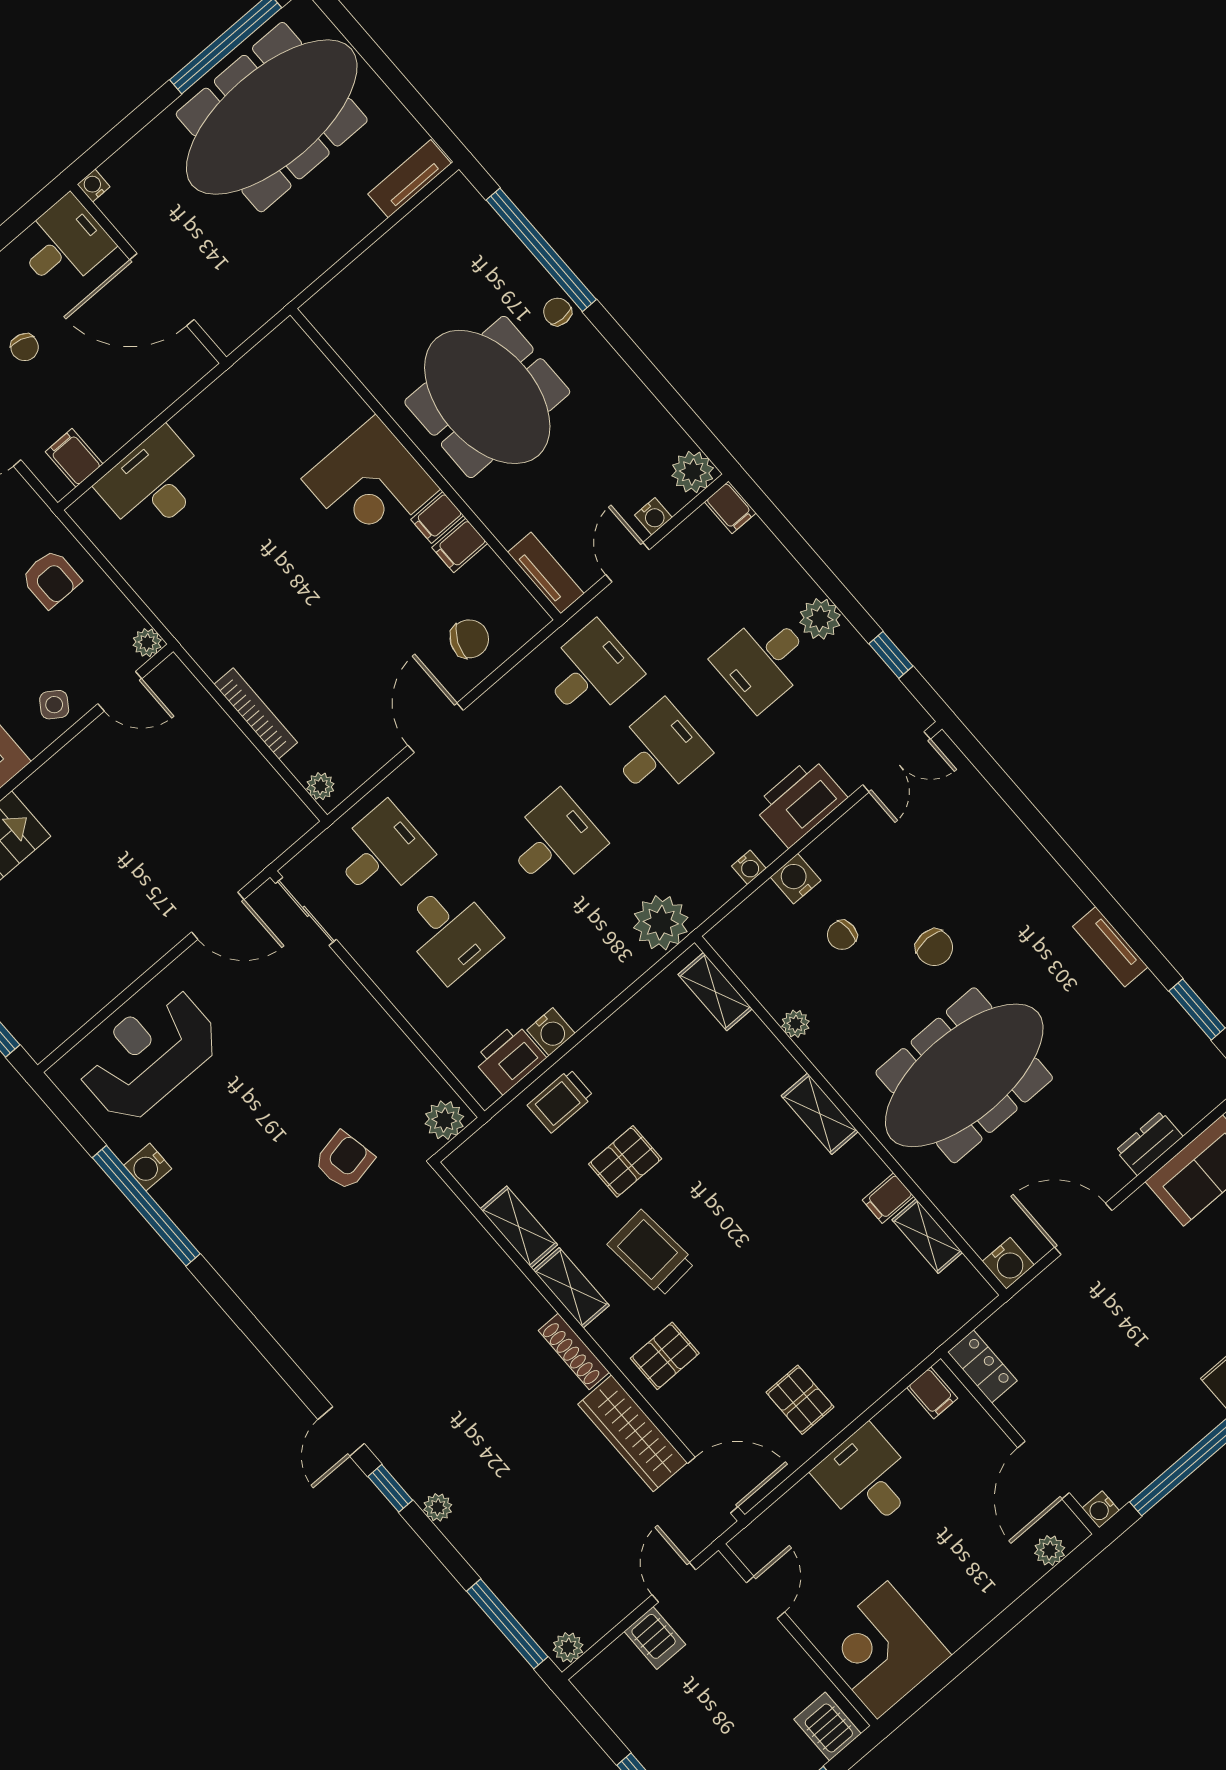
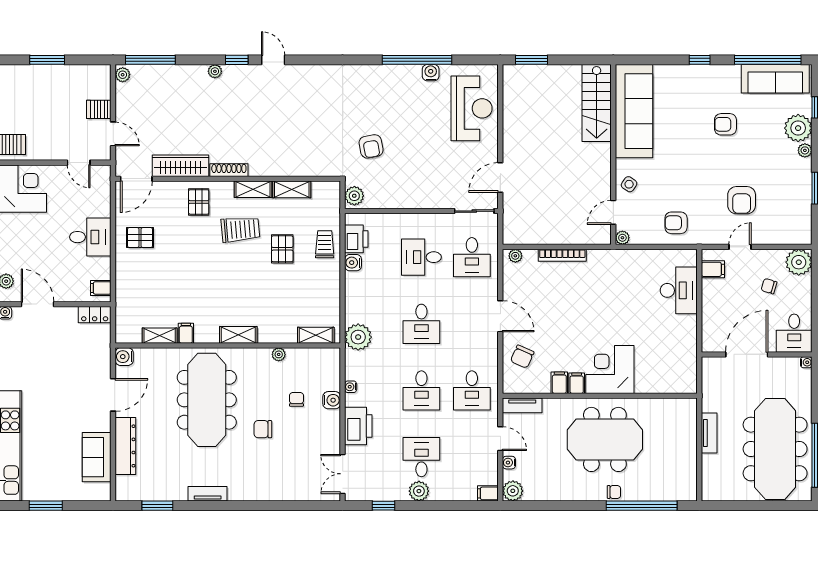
tv unit: (410, 179) -> (709, 433), moved
dresser: (1149, 1143) -> (125, 446), width x1.96, depth x1.24

